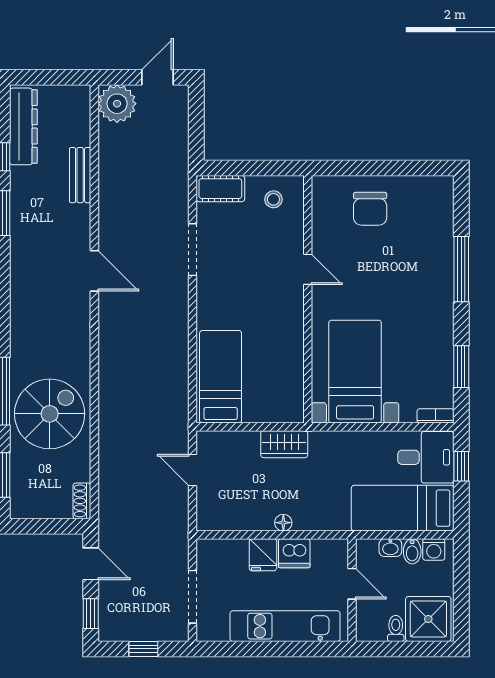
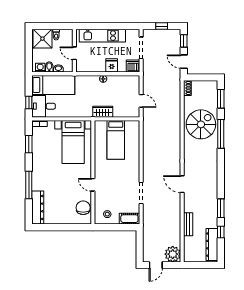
chair: (370, 209) -> (83, 208), moved
dresser: (440, 215) -> (38, 207), added
bed: (221, 377) -> (116, 140), moved
spiral stairs: (50, 414) -> (201, 124), turned 180
dishwasher: (294, 553) -> (133, 66), moved

